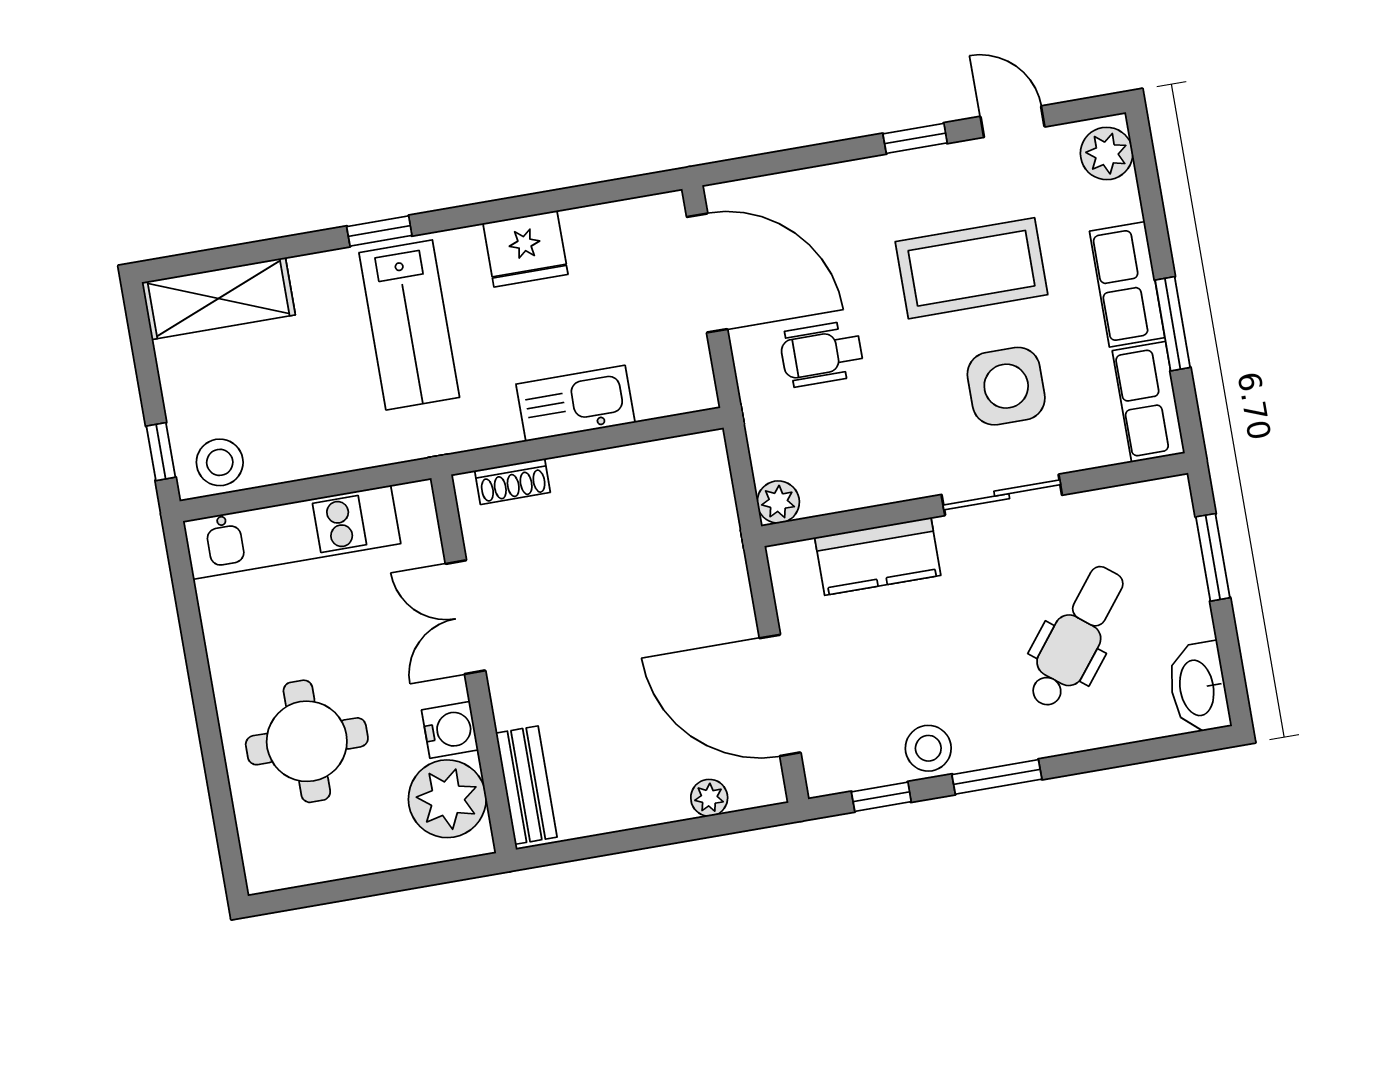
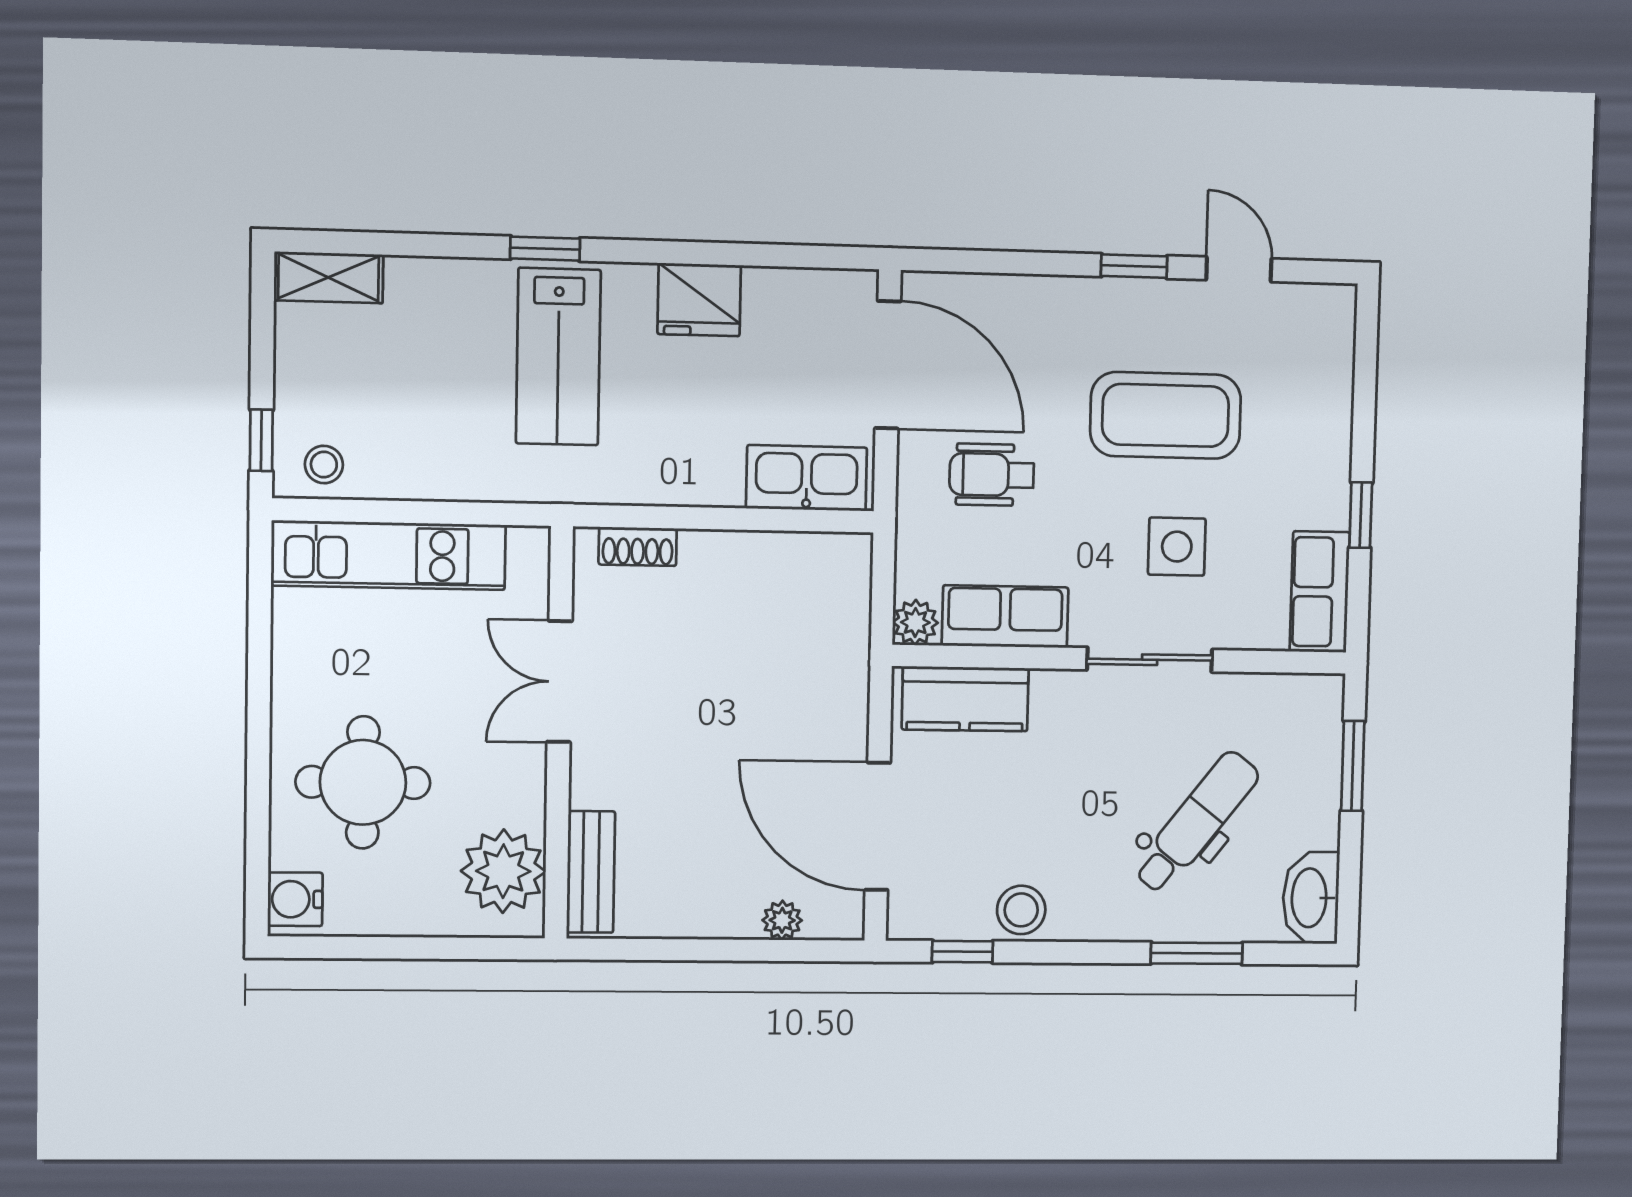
plant: (1107, 153) -> (1329, 323), removed
row of seats: (1127, 284) -> (1005, 617), moved, turned 90
shelving: (218, 298) -> (328, 277), width x0.67, depth x0.75
window: (1173, 324) -> (1361, 515), width x0.67
side table: (1006, 386) -> (1177, 547), width x0.73, depth x0.73
kitchen sink: (575, 403) -> (807, 478), moved
stool: (220, 462) -> (324, 465), width x0.73, depth x0.73
kitchen counter: (878, 556) -> (965, 699), moved
water cooler: (450, 730) -> (295, 899), moved, turned 180
window: (997, 777) -> (1197, 953), moved

